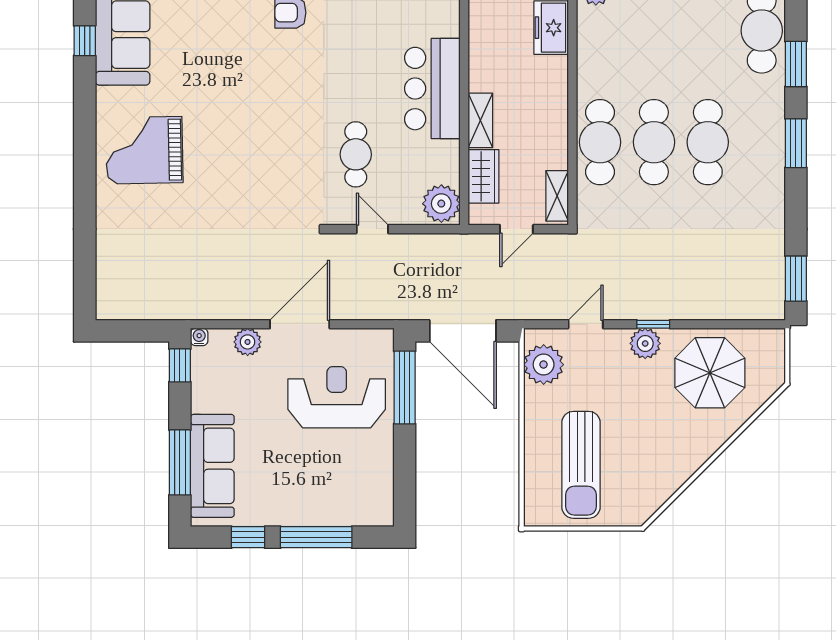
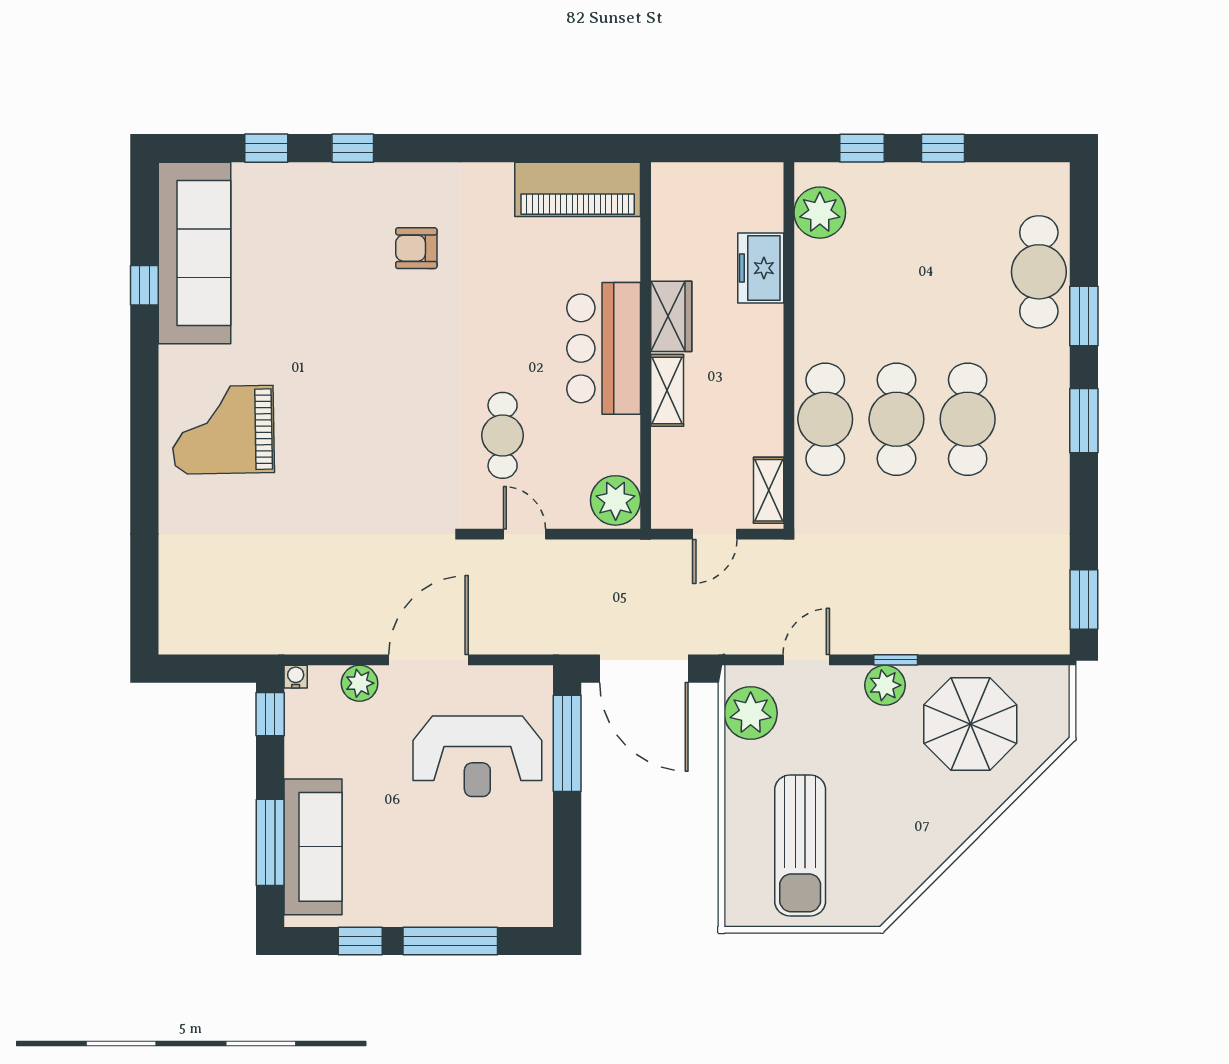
wardrobe: (483, 176) -> (671, 316), moved
reception desk: (337, 397) -> (477, 756), turned 180

